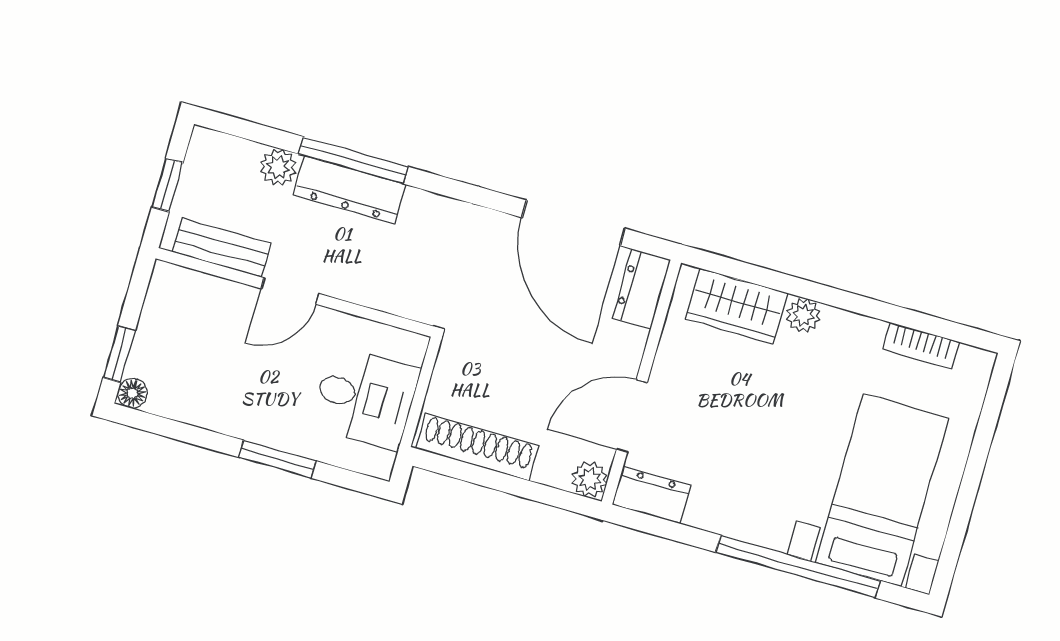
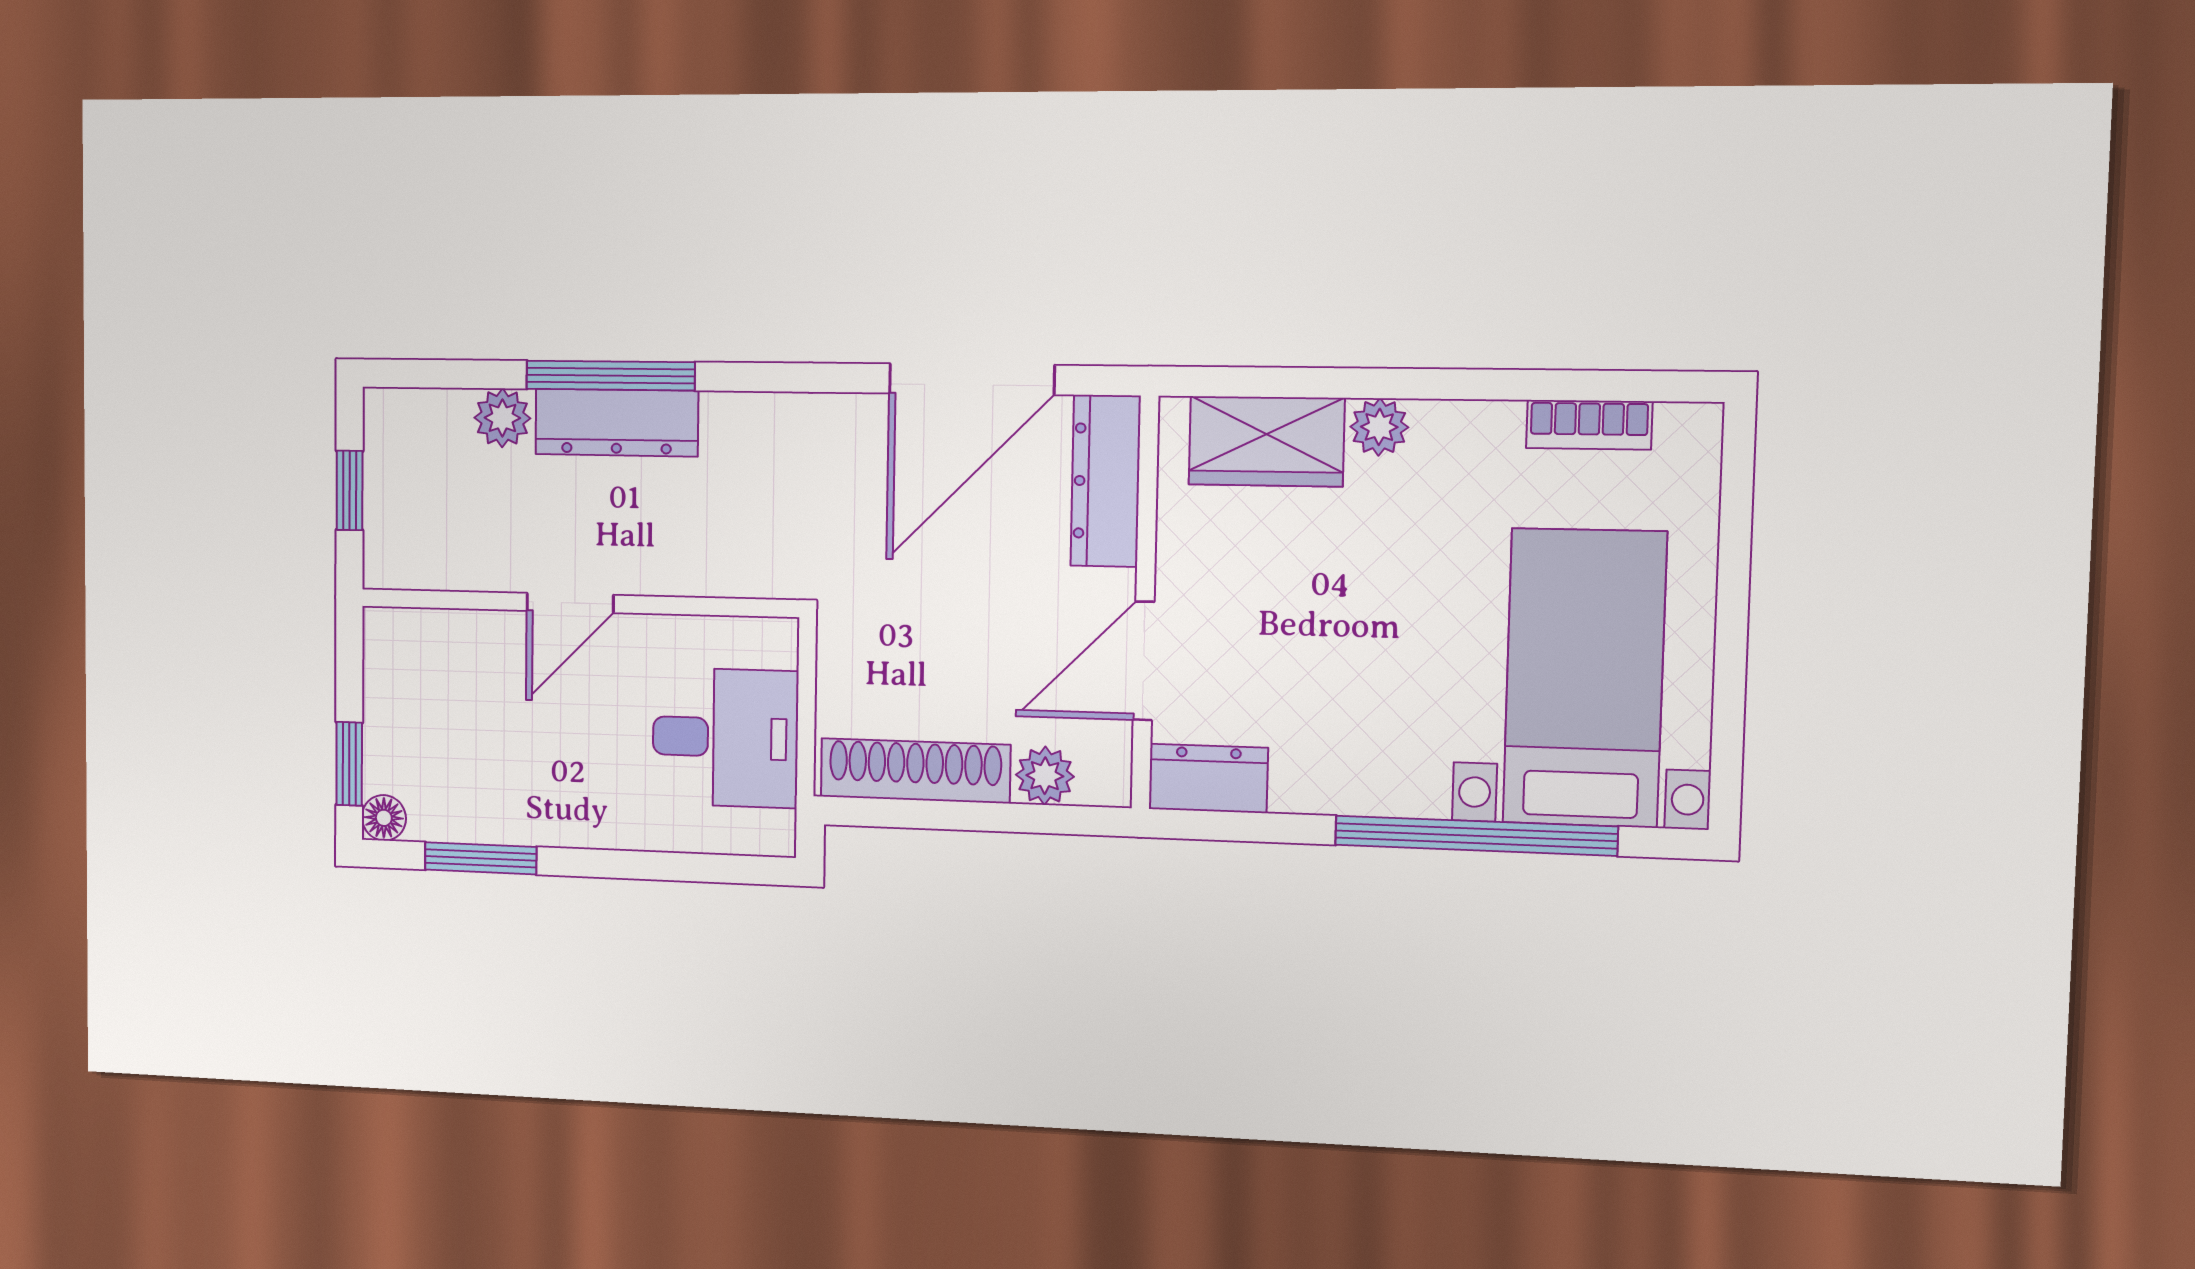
door: (573, 223) -> (972, 379), hinge flipped
bench: (222, 248) -> (453, 564), removed
dresser: (641, 289) -> (1106, 481), width x1.44
window: (277, 459) -> (481, 858), moved
plant: (589, 479) -> (1045, 776), moved

